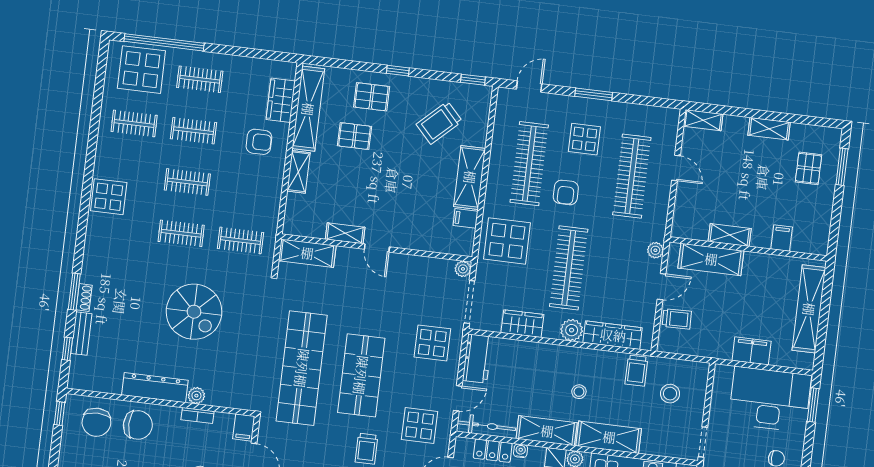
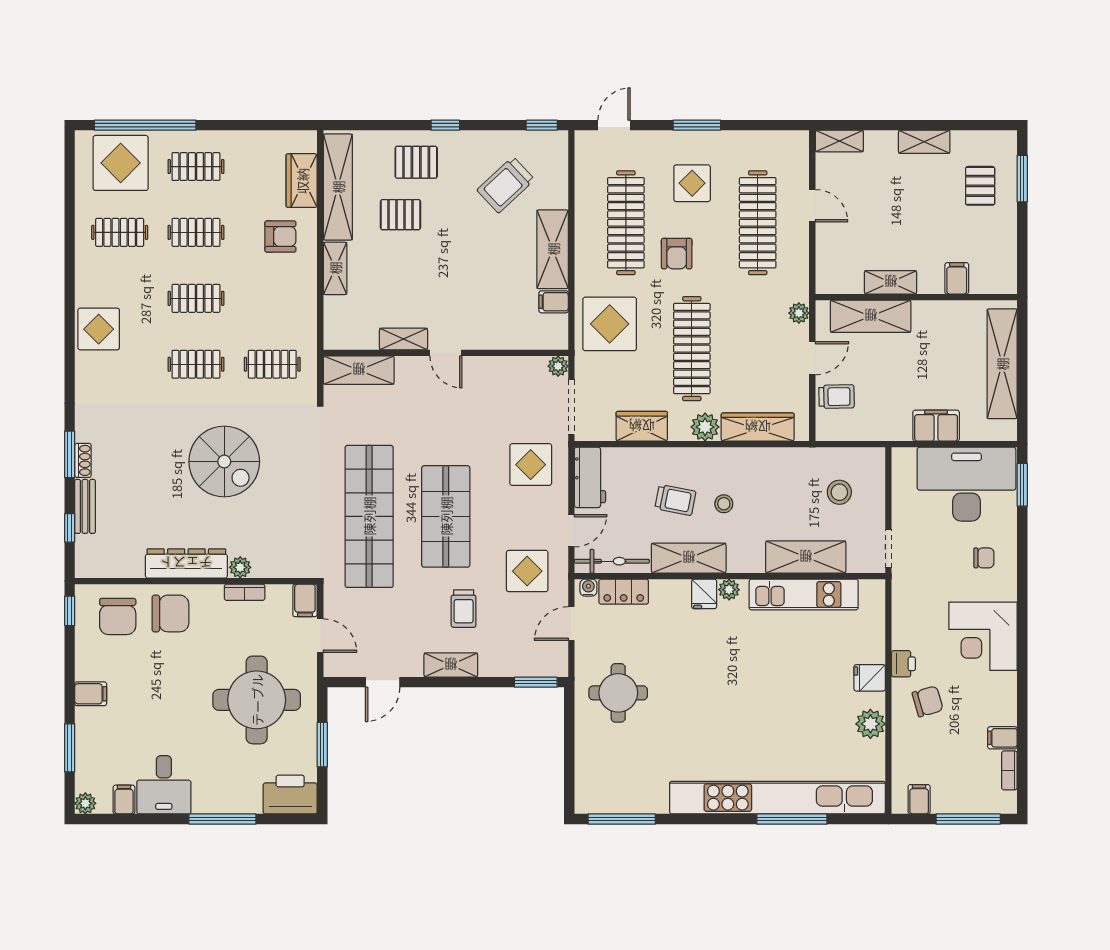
trolley: (636, 371) -> (675, 500), moved, turned -79
shelving: (609, 437) -> (806, 557), moved
water cooler: (521, 451) -> (588, 588), moved

